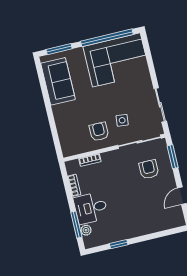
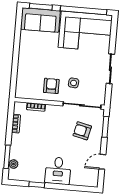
sofa: (58, 81) -> (40, 20), moved, turned 90
sliding door: (160, 105) -> (110, 69), moved
armchair: (149, 169) -> (82, 131), turned -77
desk: (91, 208) -> (58, 171), moved, turned -90

